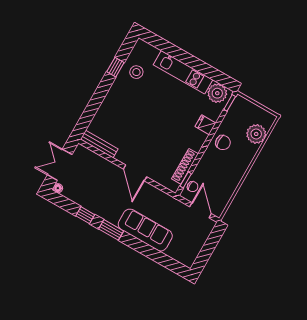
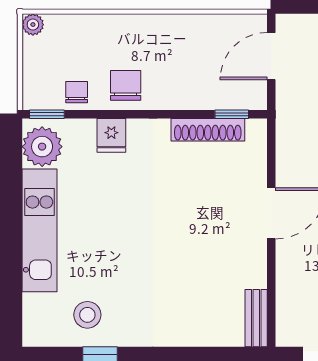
plant: (256, 134) -> (33, 25), moved, width x0.53, depth x0.53
bench: (99, 144) -> (256, 318), width x0.73
chair: (193, 187) -> (77, 92), moved

